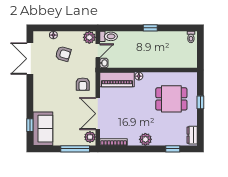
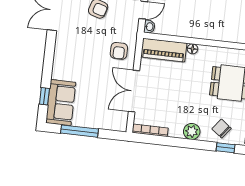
chair: (168, 135) -> (222, 129), added
plant: (90, 137) -> (120, 120), removed
window: (75, 149) -> (79, 131), moved

